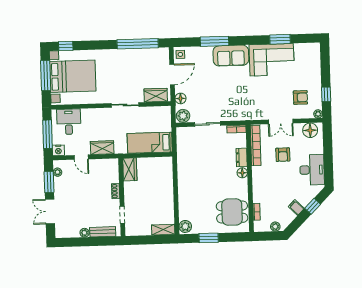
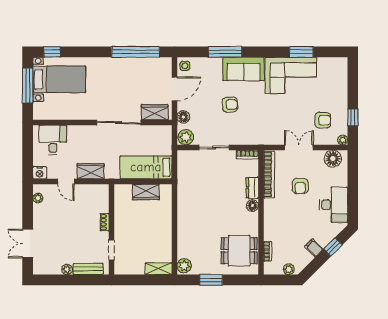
bed with nightstands: (73, 76) -> (59, 79), width x0.73
armchair: (220, 87) -> (230, 105), added
sliding door: (125, 105) -> (119, 123), width x1.37
double door: (281, 122) -> (299, 148), swing flipped
window: (48, 134) -> (28, 154), removed
wardrobe: (130, 169) -> (146, 192), moved, turned 90
window: (49, 182) -> (28, 209), removed

